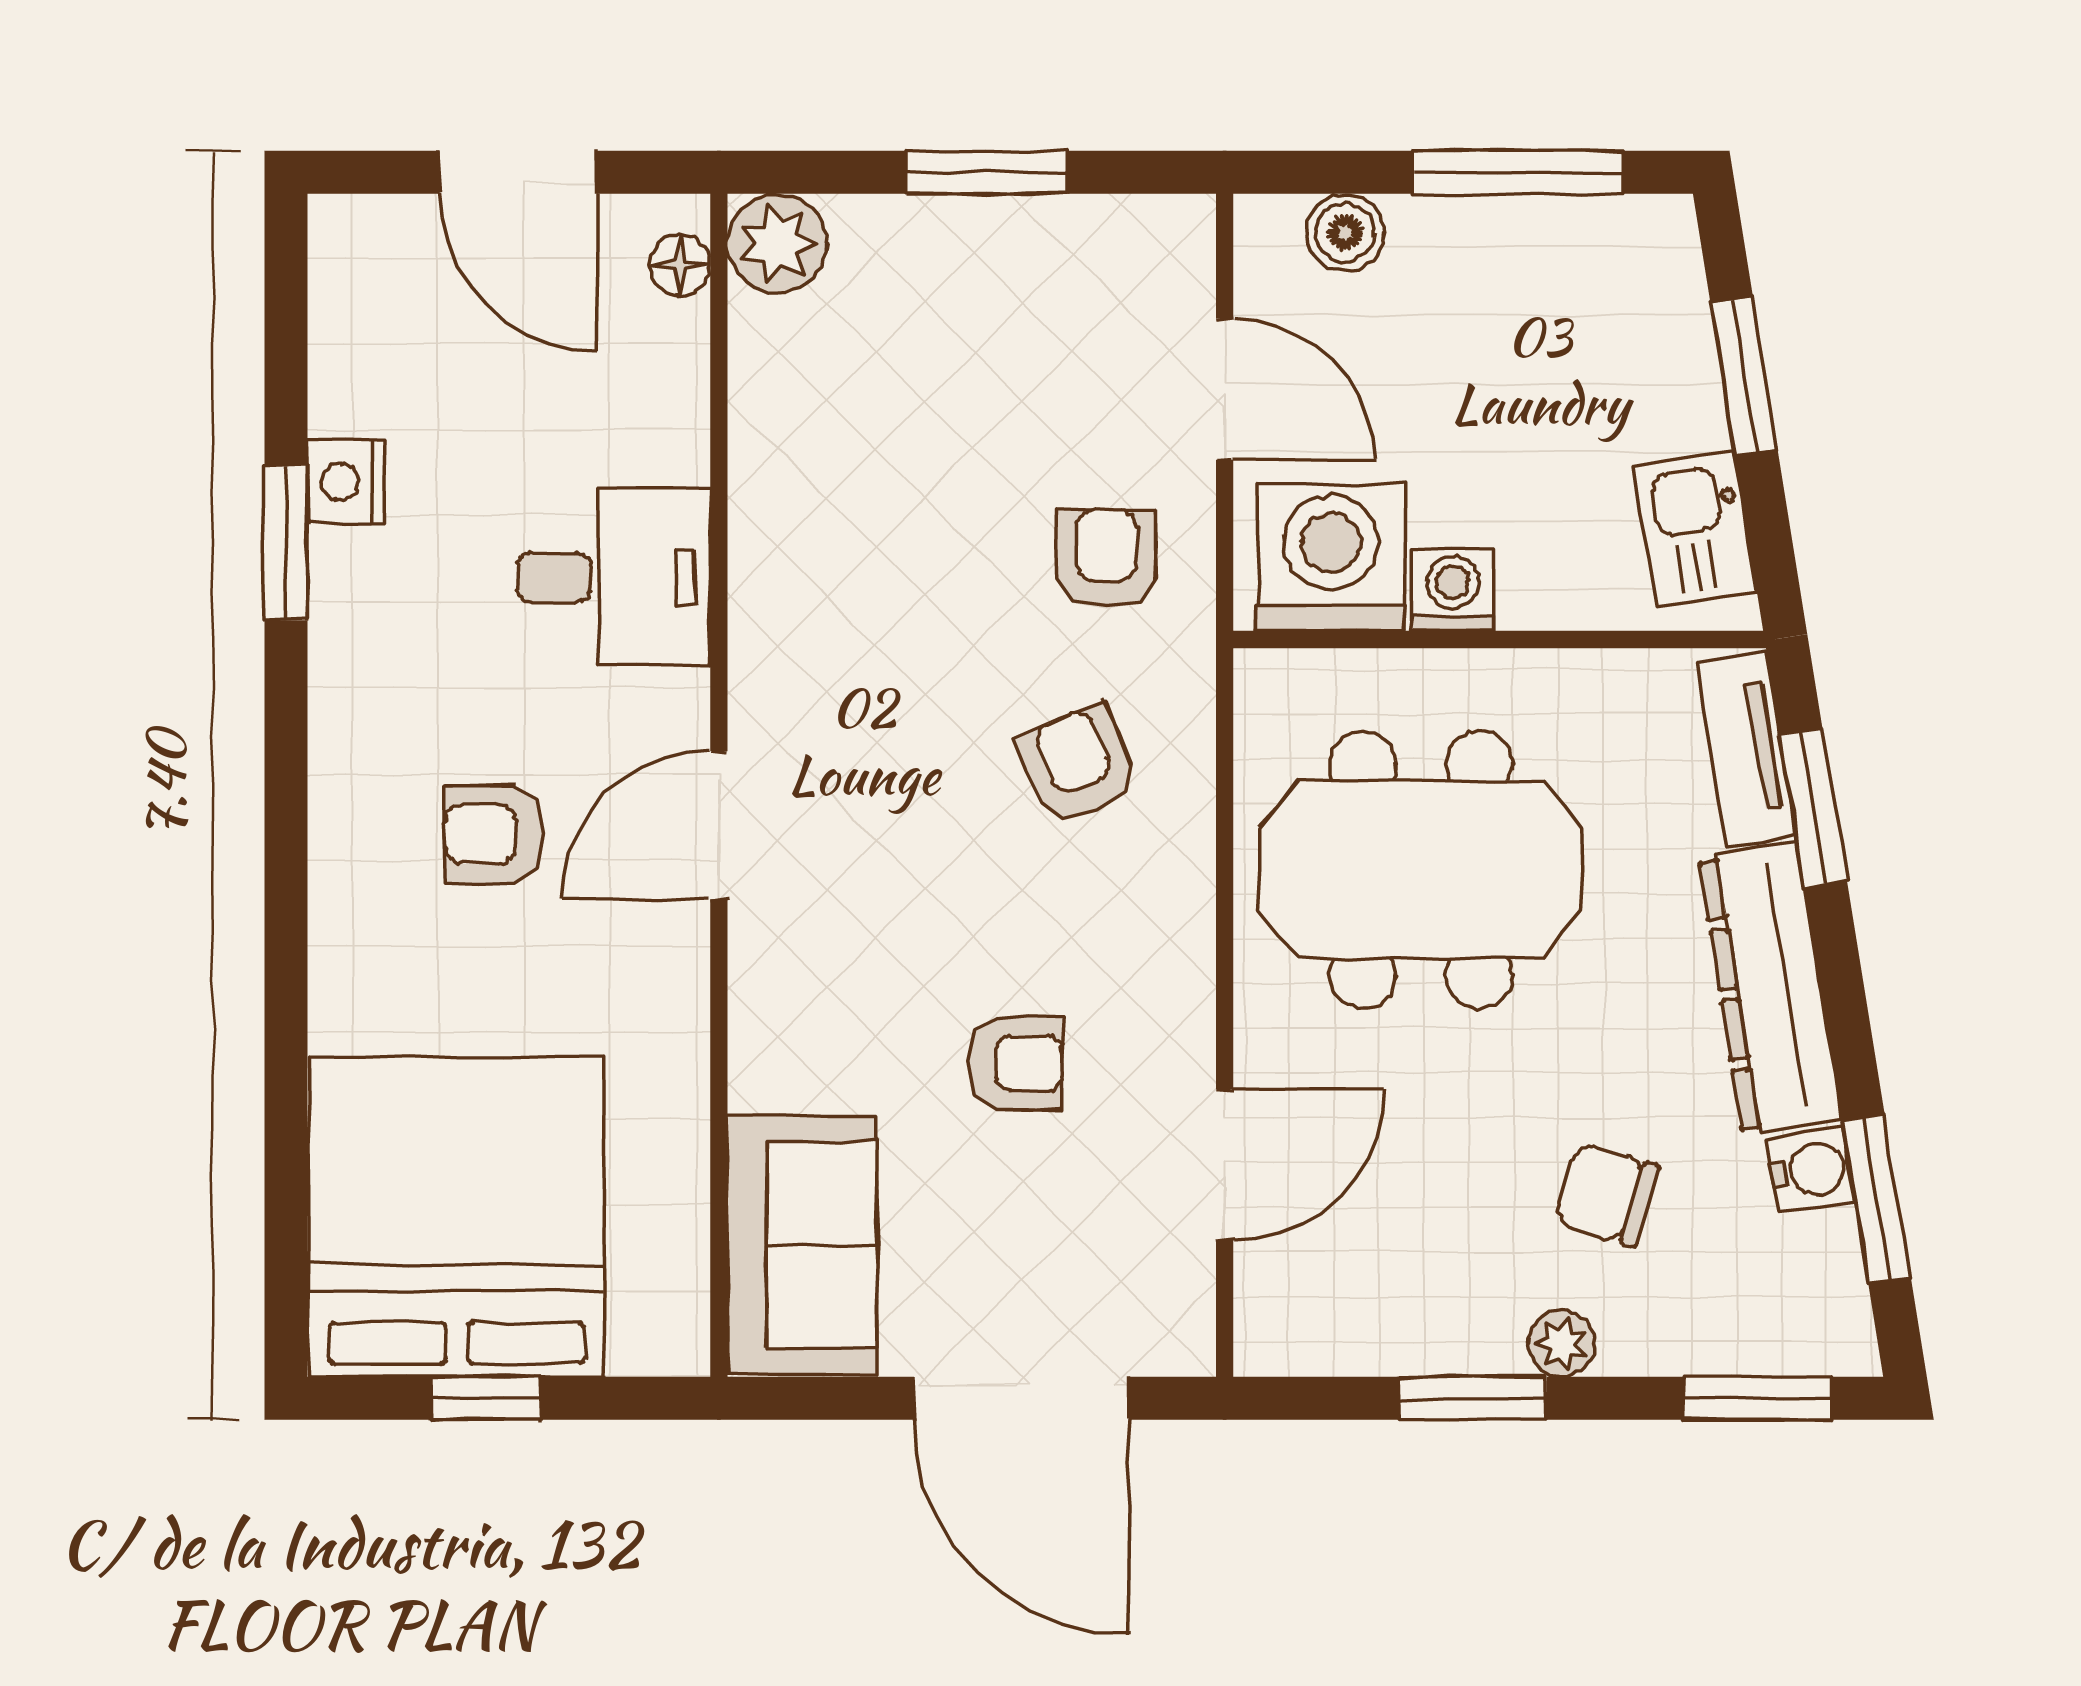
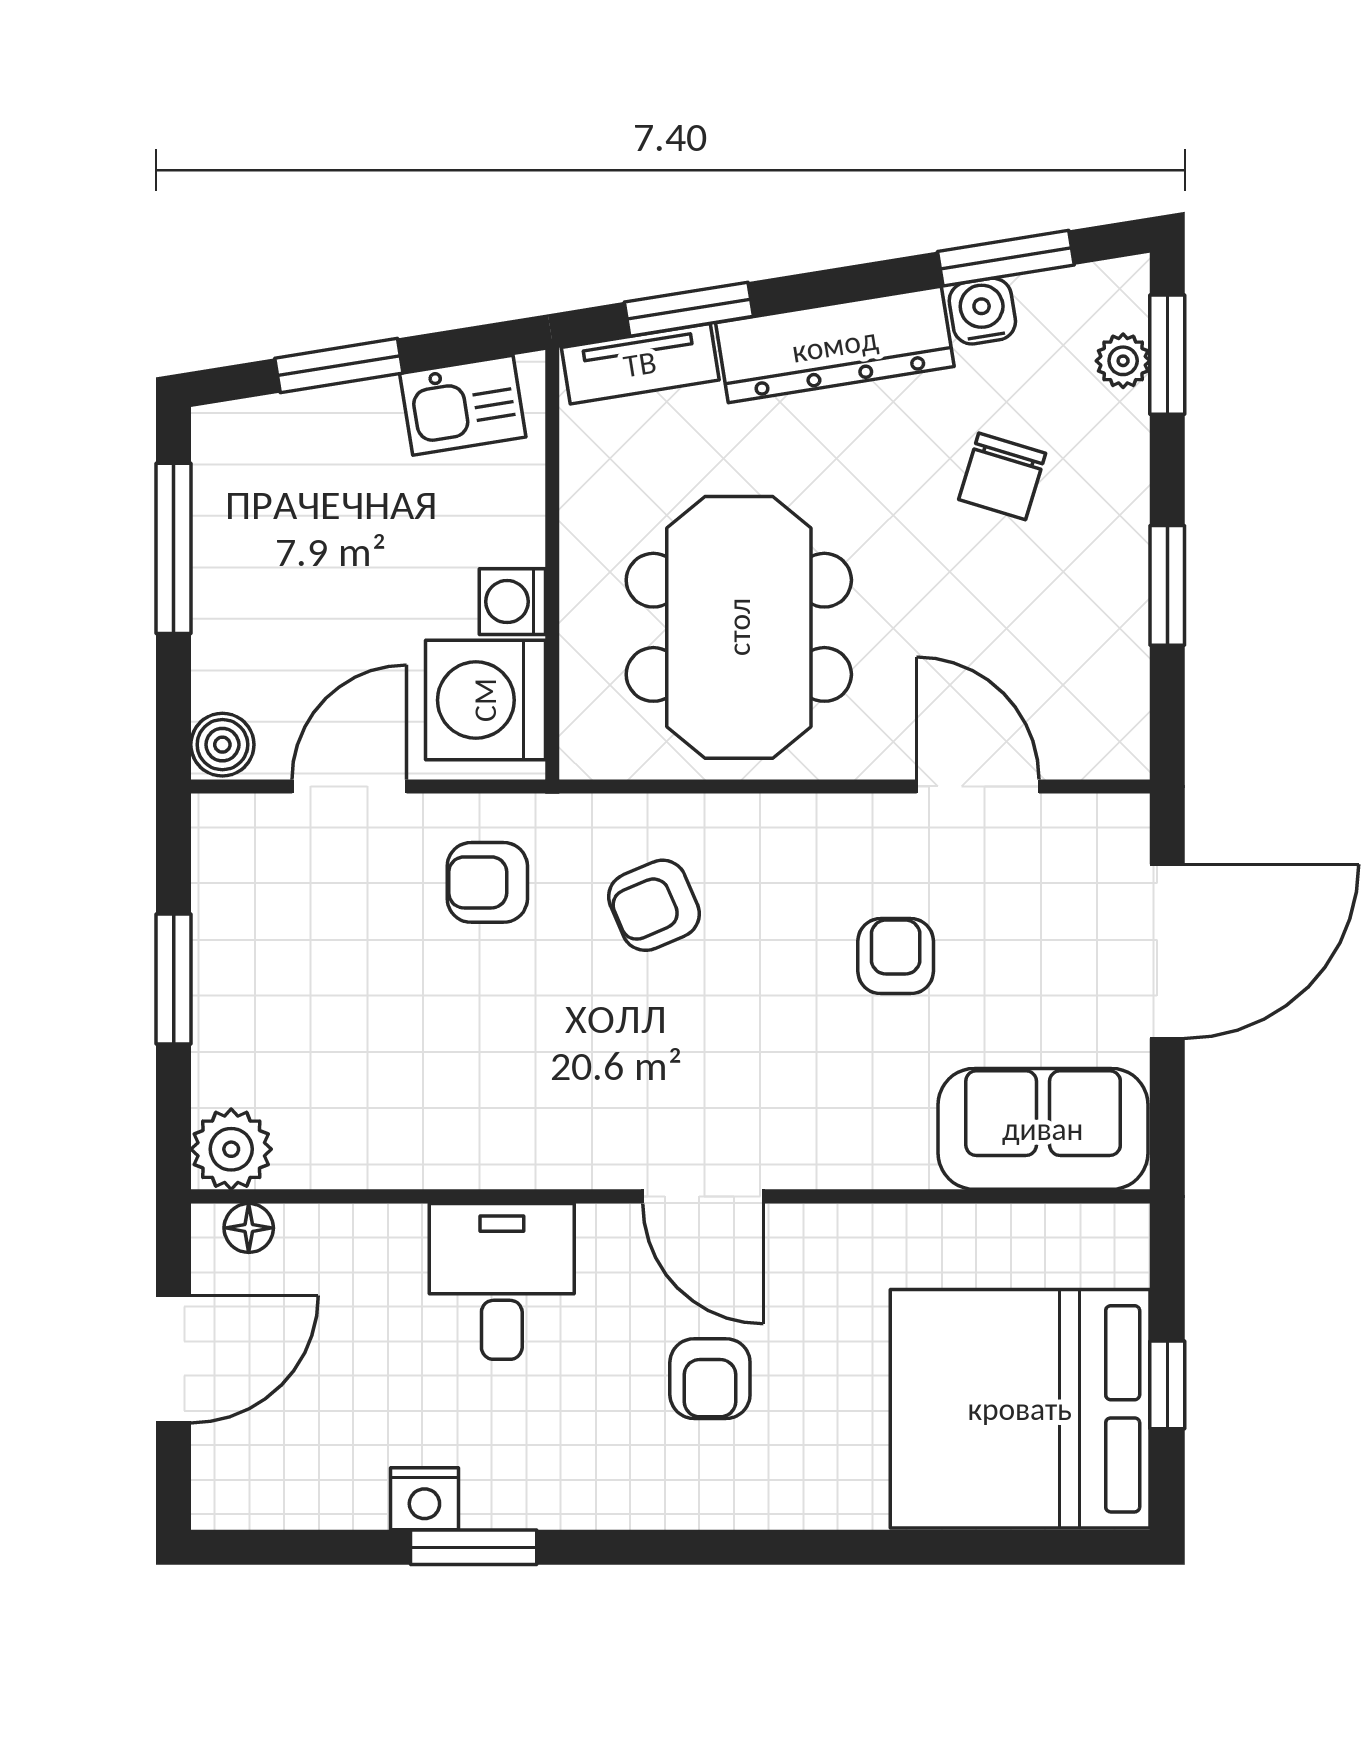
boiler: (1345, 233) -> (222, 745), moved
plant: (1561, 1344) -> (1123, 361), moved

